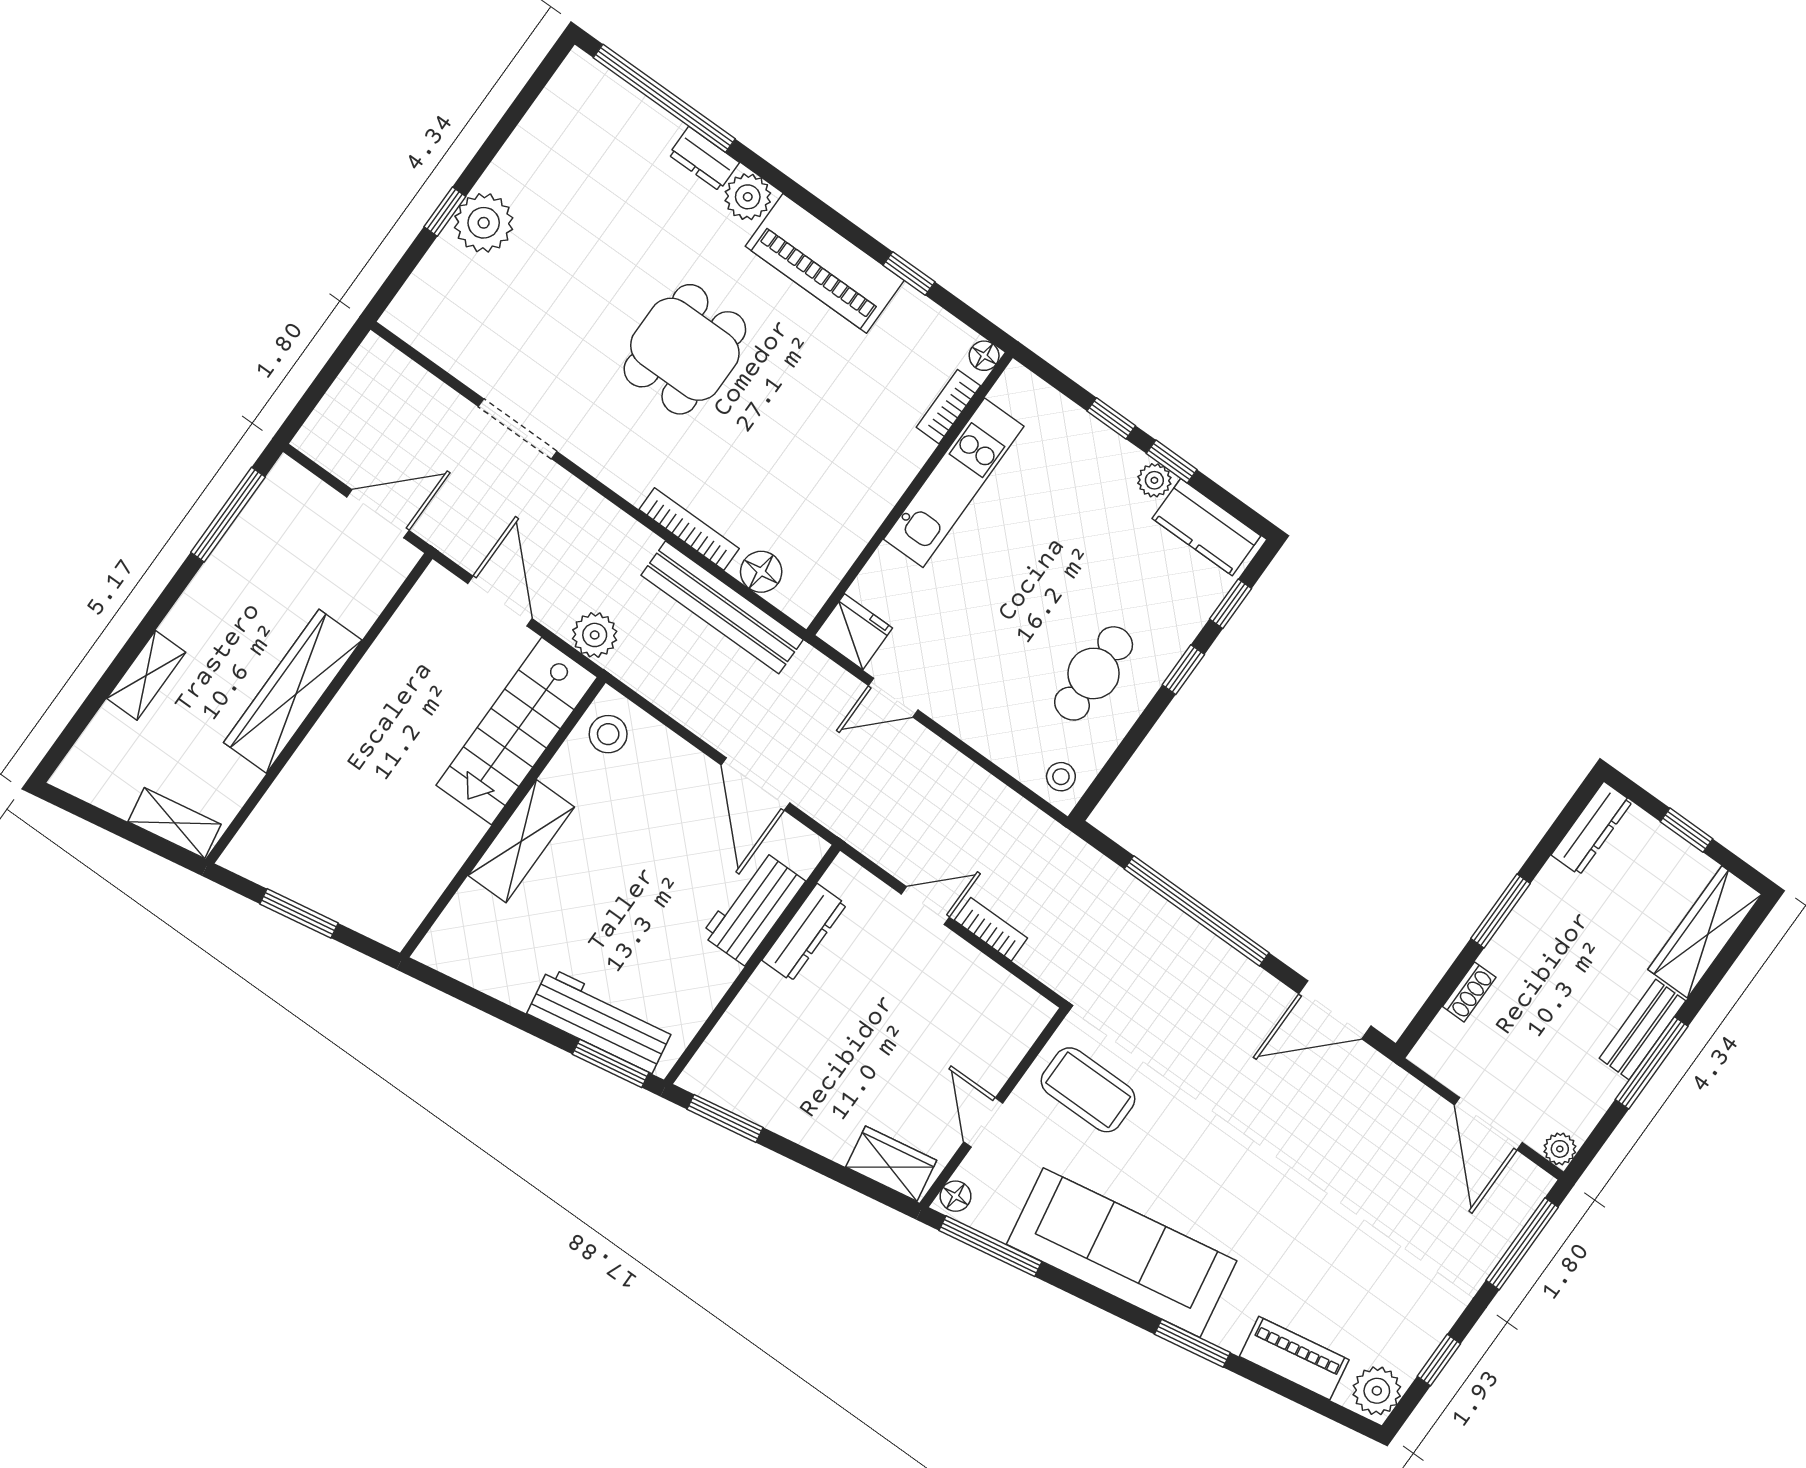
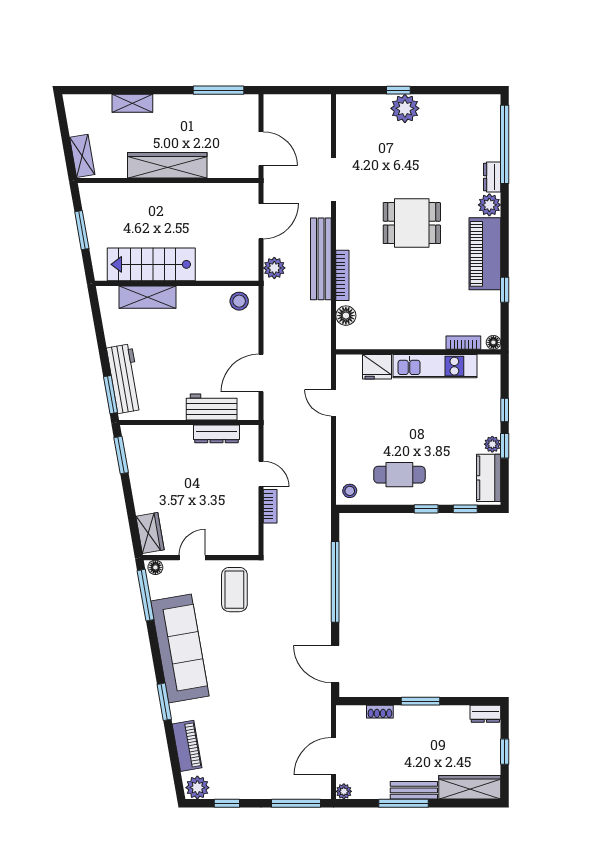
bench: (722, 607) -> (321, 259), moved
fridge: (854, 632) -> (377, 367), moved, turned 90
stairs: (517, 731) -> (151, 264), moved
dresser: (1592, 828) -> (485, 714), width x0.70
shelving: (521, 841) -> (147, 297), moved

